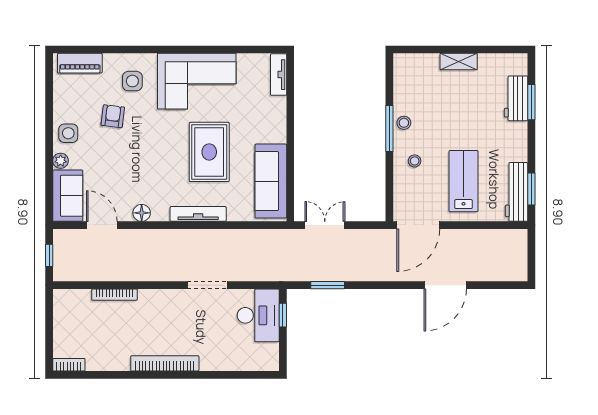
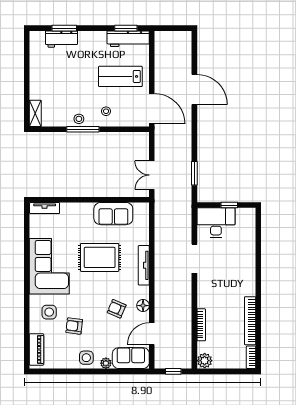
shelving: (459, 62) -> (35, 113), moved
armchair: (137, 176) -> (117, 309), added
sofa: (271, 181) -> (113, 214), width x0.73
plant: (64, 299) -> (205, 361), added
window: (283, 315) -> (229, 205), moved
bookcase: (165, 363) -> (250, 321), moved

